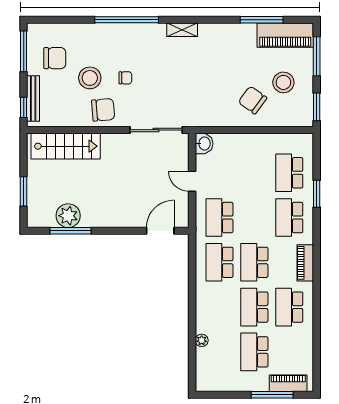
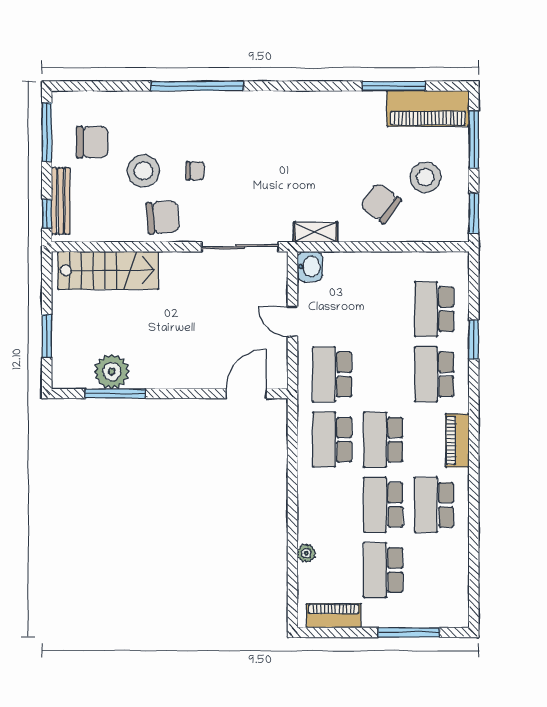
shelving: (182, 30) -> (316, 232), moved
piano: (288, 383) -> (334, 616), moved

